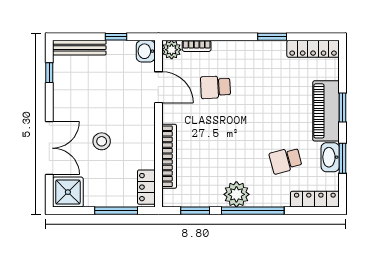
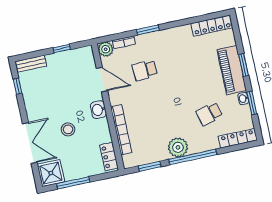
window: (272, 37) -> (148, 30), moved
bench: (79, 48) -> (31, 64), width x0.73
washbasin: (146, 51) -> (98, 110), moved
washbasin: (330, 157) -> (243, 99), width x0.52, depth x0.69
window: (116, 211) -> (73, 183), moved

